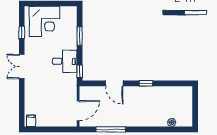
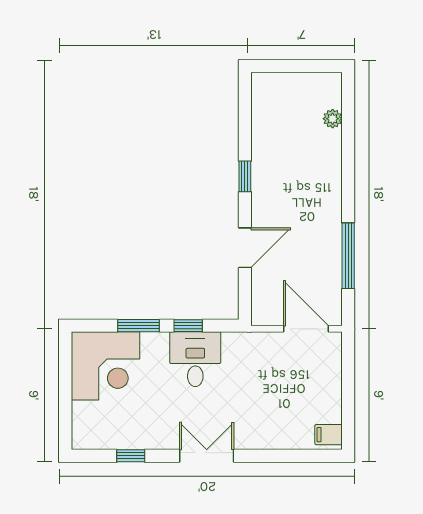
corner desk: (44, 21) -> (106, 366), moved, turned 90
double door: (22, 66) -> (207, 456), swing flipped
window: (80, 71) -> (188, 326), moved

